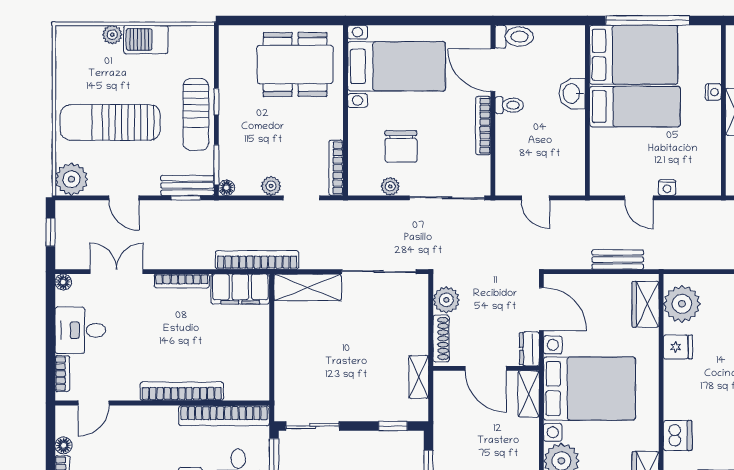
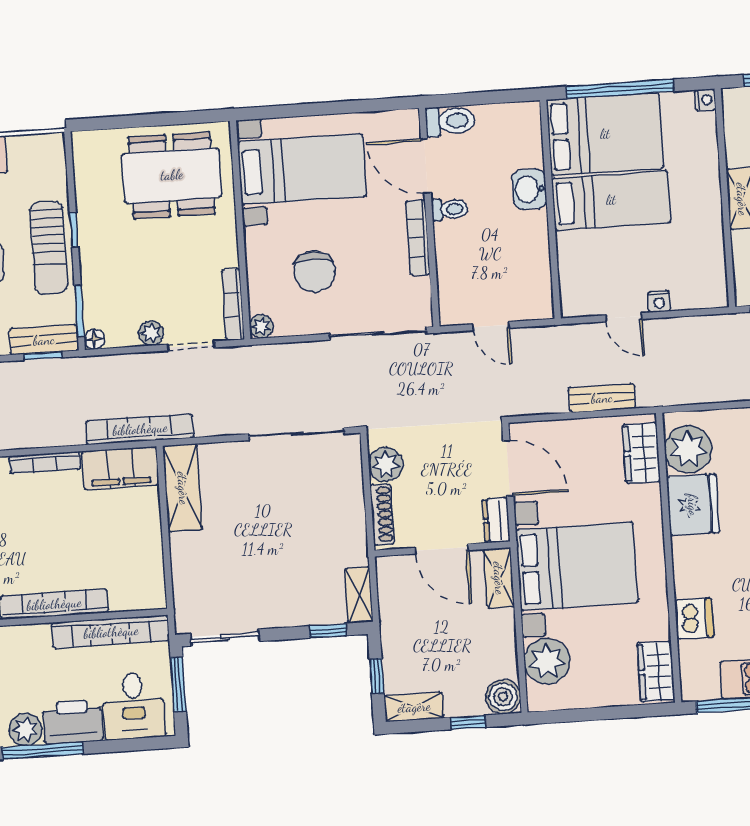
nightstand: (713, 92) -> (705, 100), moved
plant: (390, 186) -> (261, 327), moved
shelving: (308, 287) -> (183, 488), moved, turned 90
fridge: (678, 347) -> (693, 505), width x1.88, depth x1.34
shelving: (419, 377) -> (359, 595), moved

